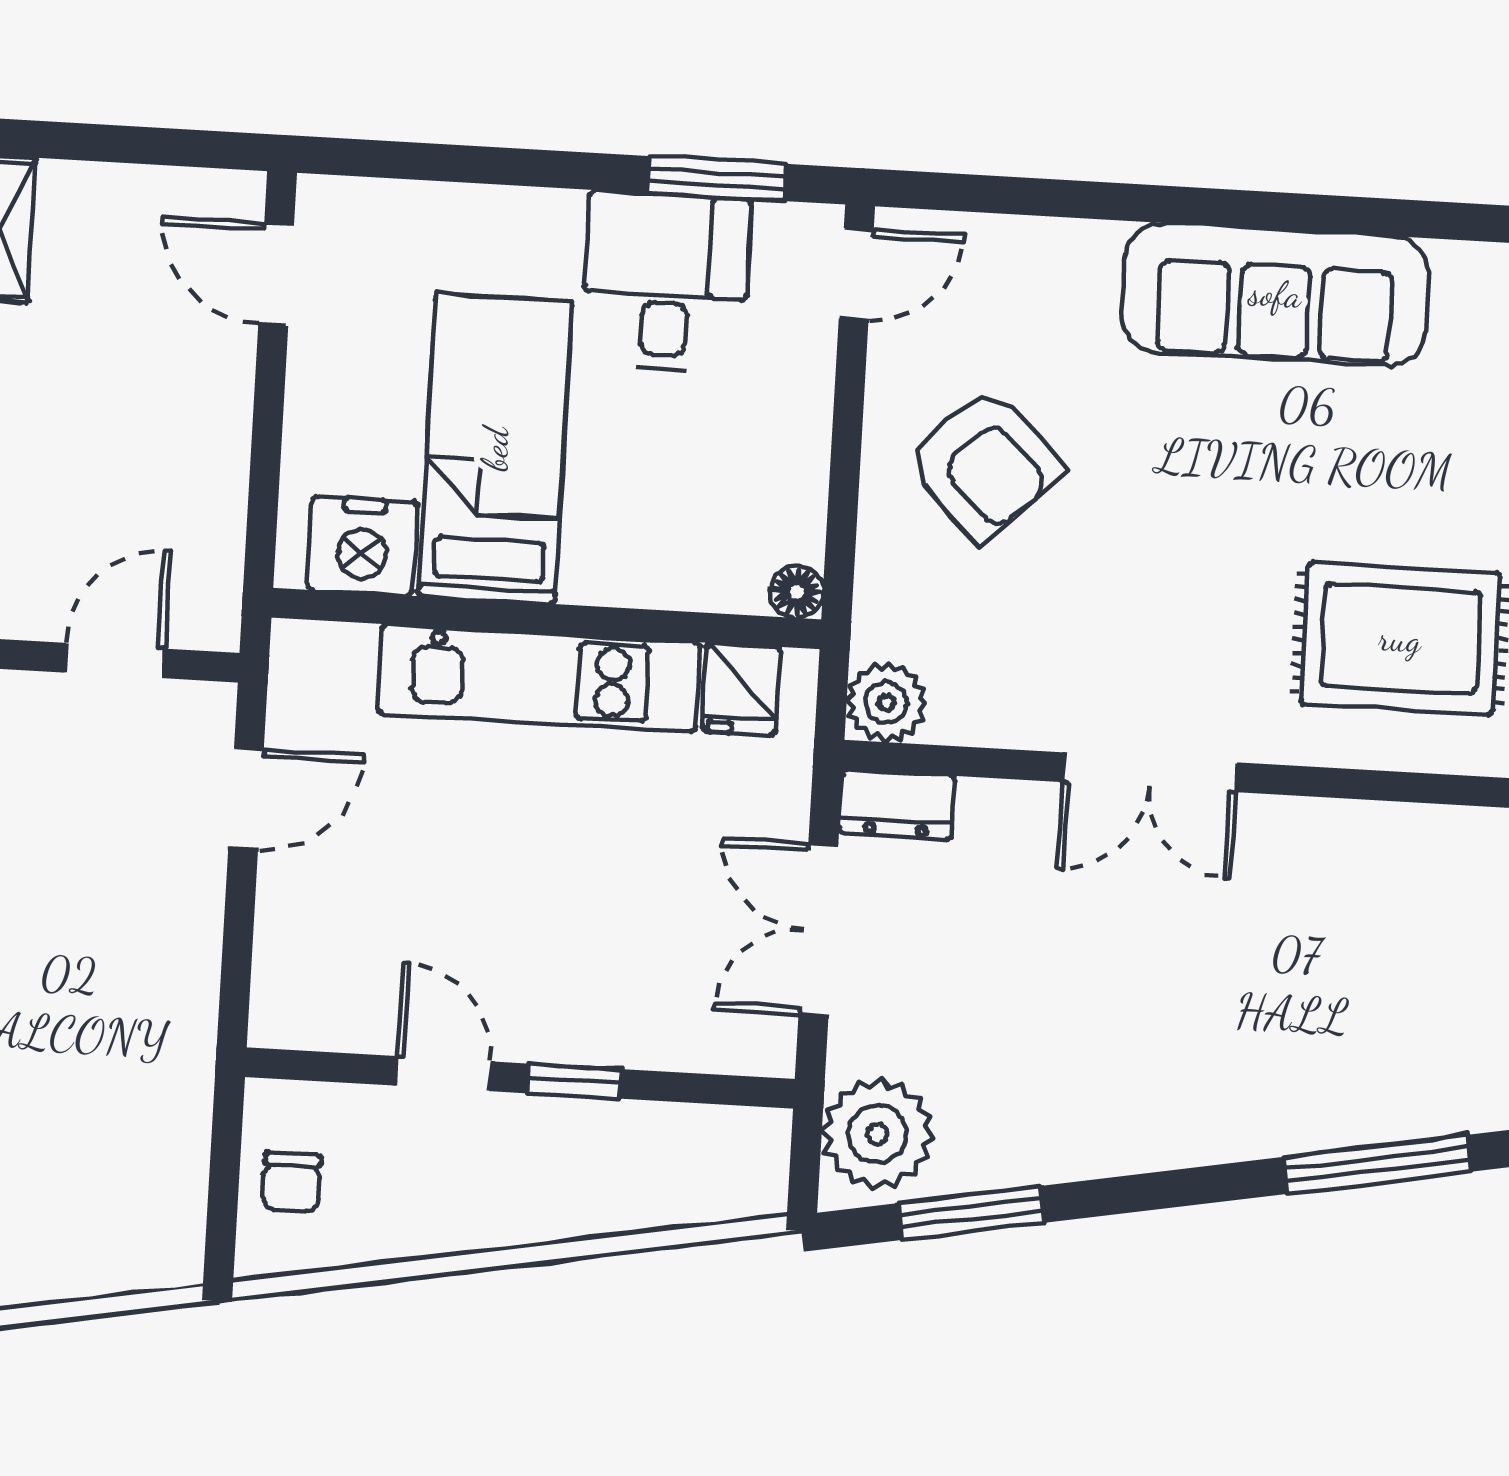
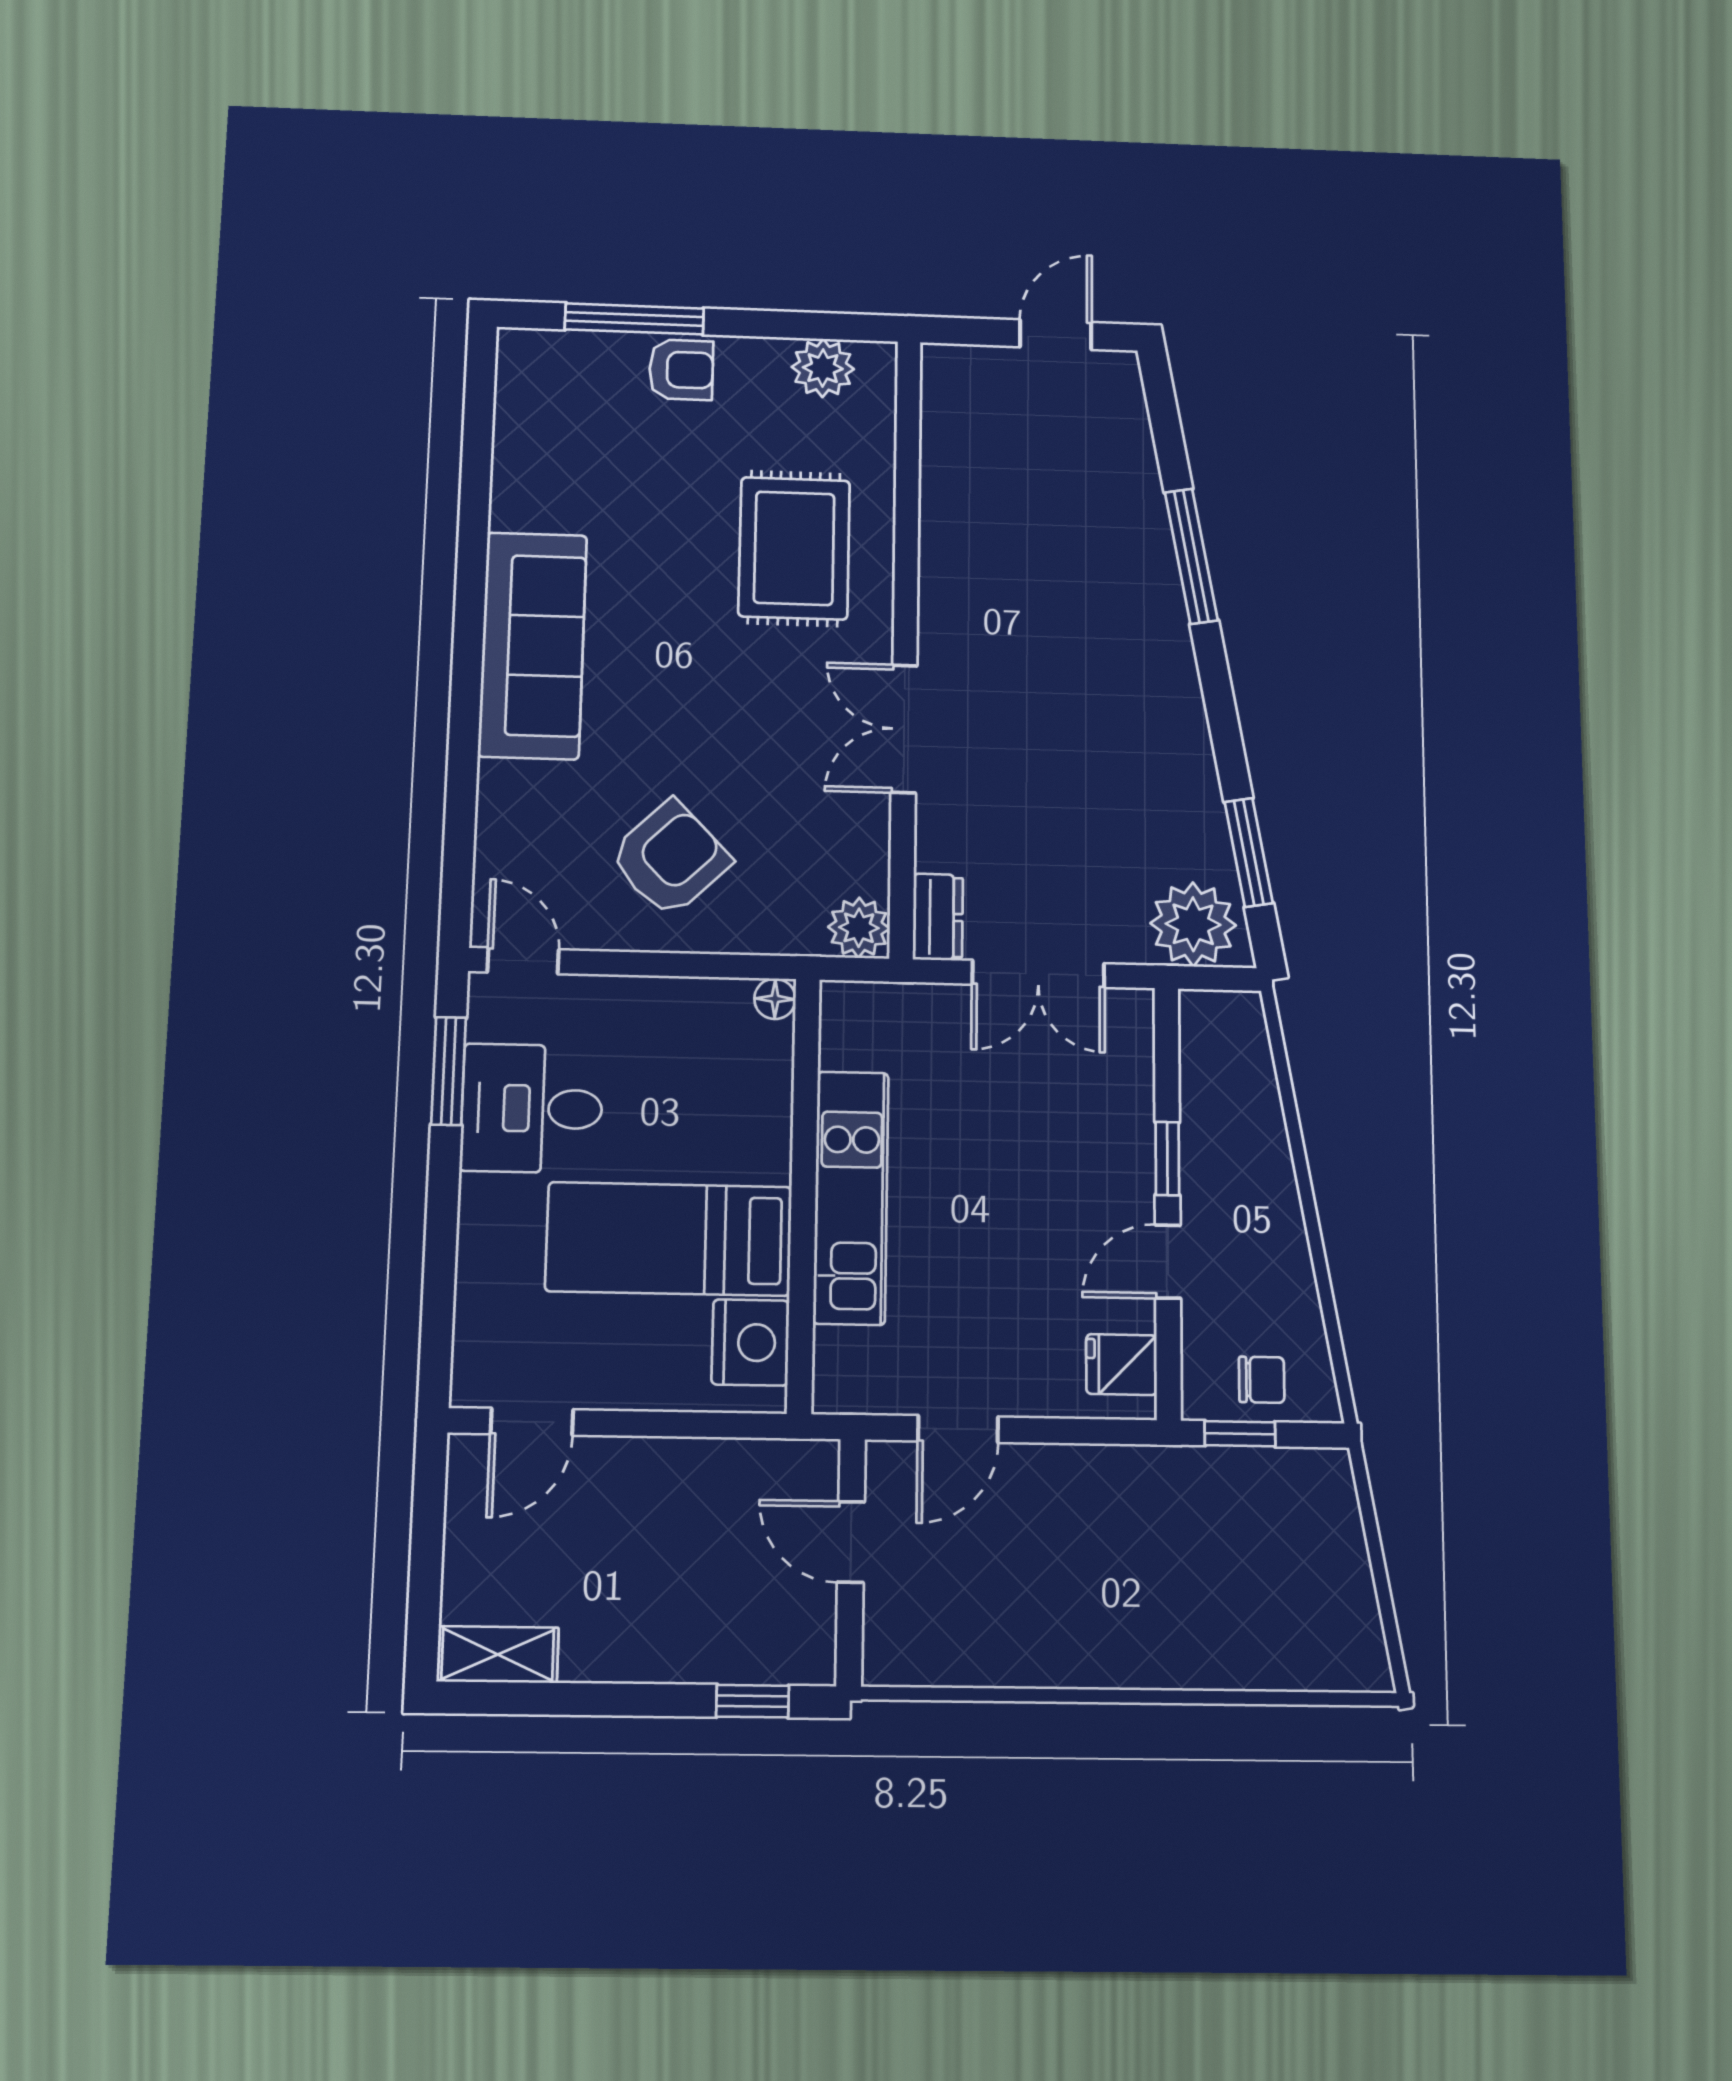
fridge: (741, 689) -> (1122, 1365), moved, turned 180
double door: (1150, 772) -> (904, 729), swing flipped
door: (246, 799) -> (958, 1429), swing flipped
window: (226, 1150) -> (1240, 1434), added

